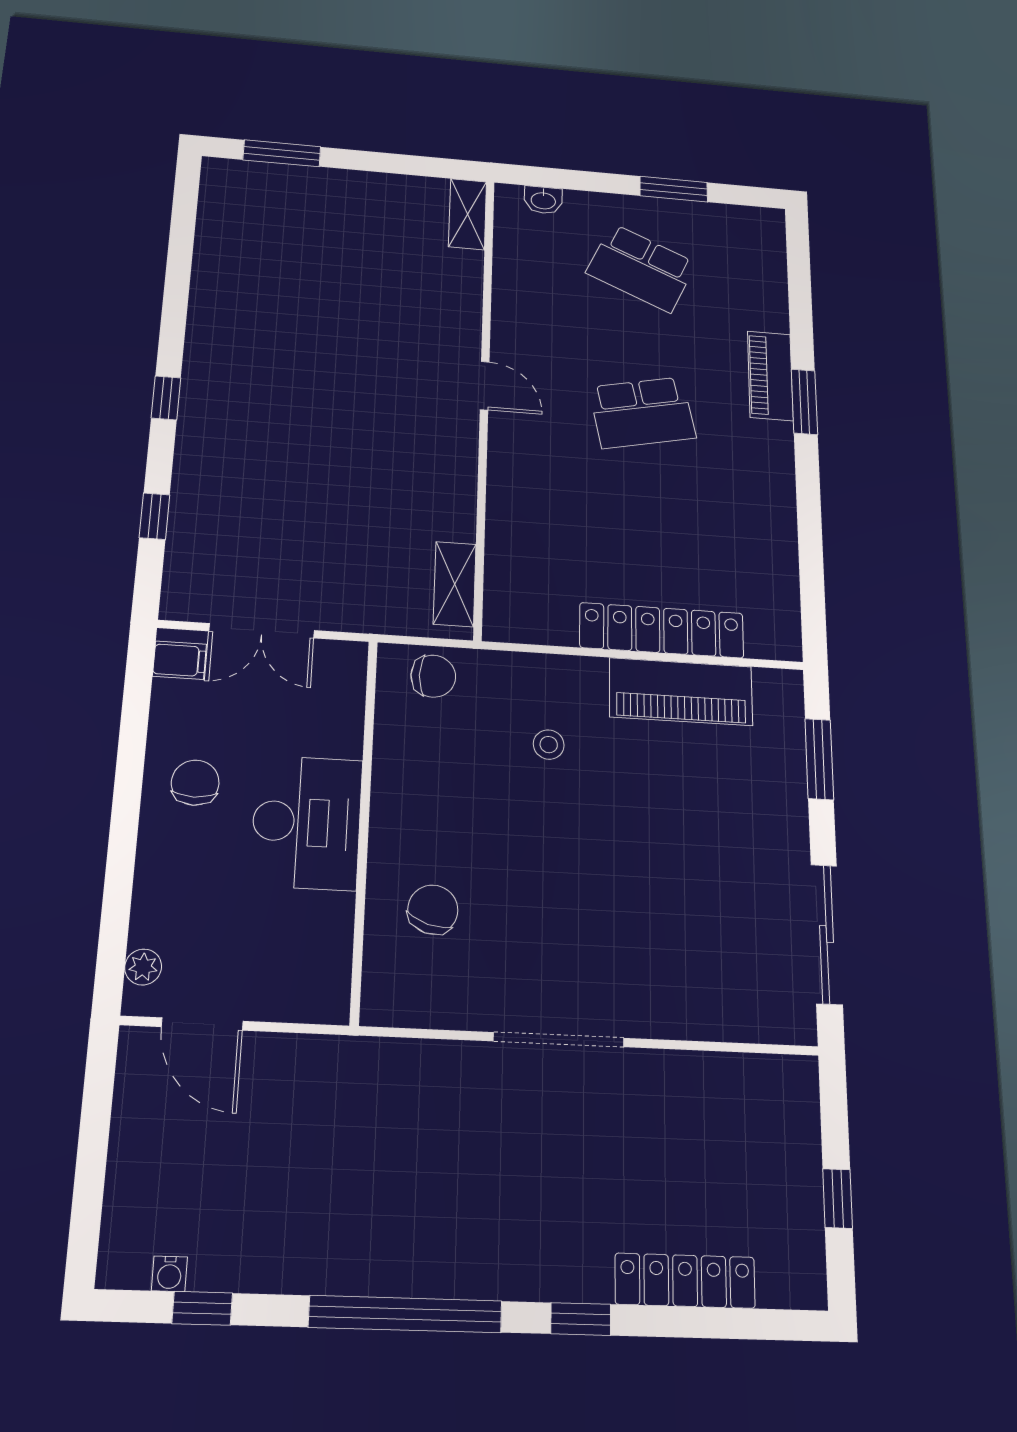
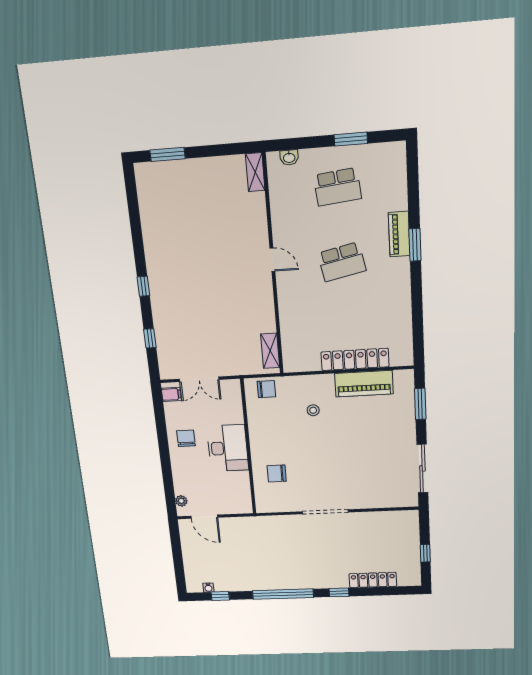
school desk: (641, 268) -> (337, 187), turned -30
chair: (433, 910) -> (277, 473), turned -107

